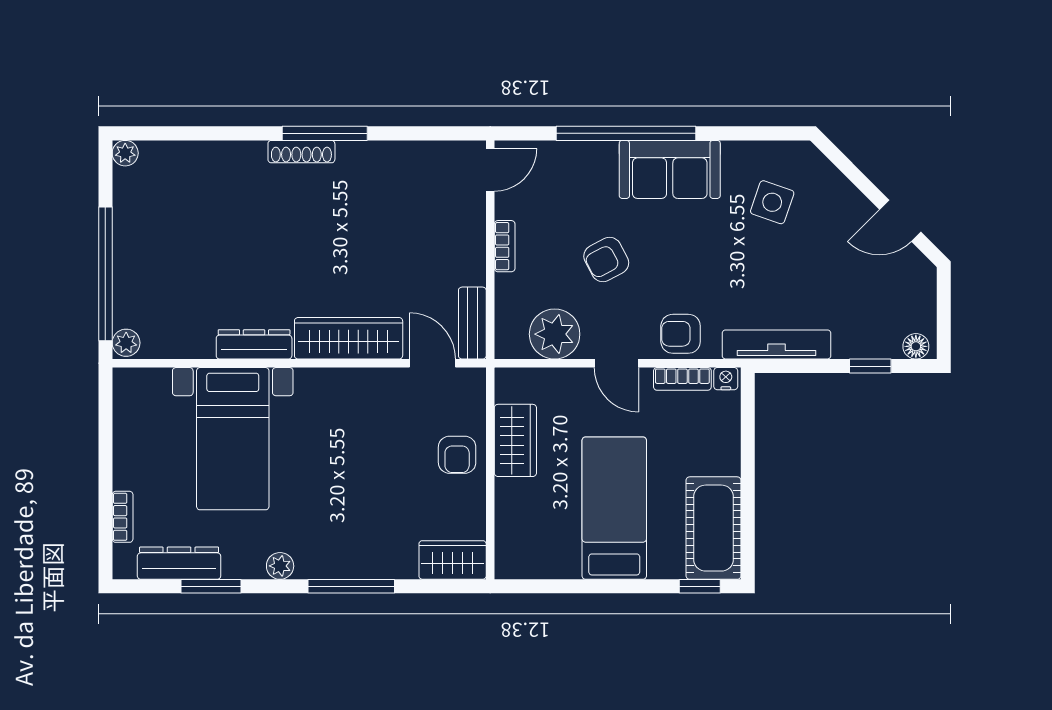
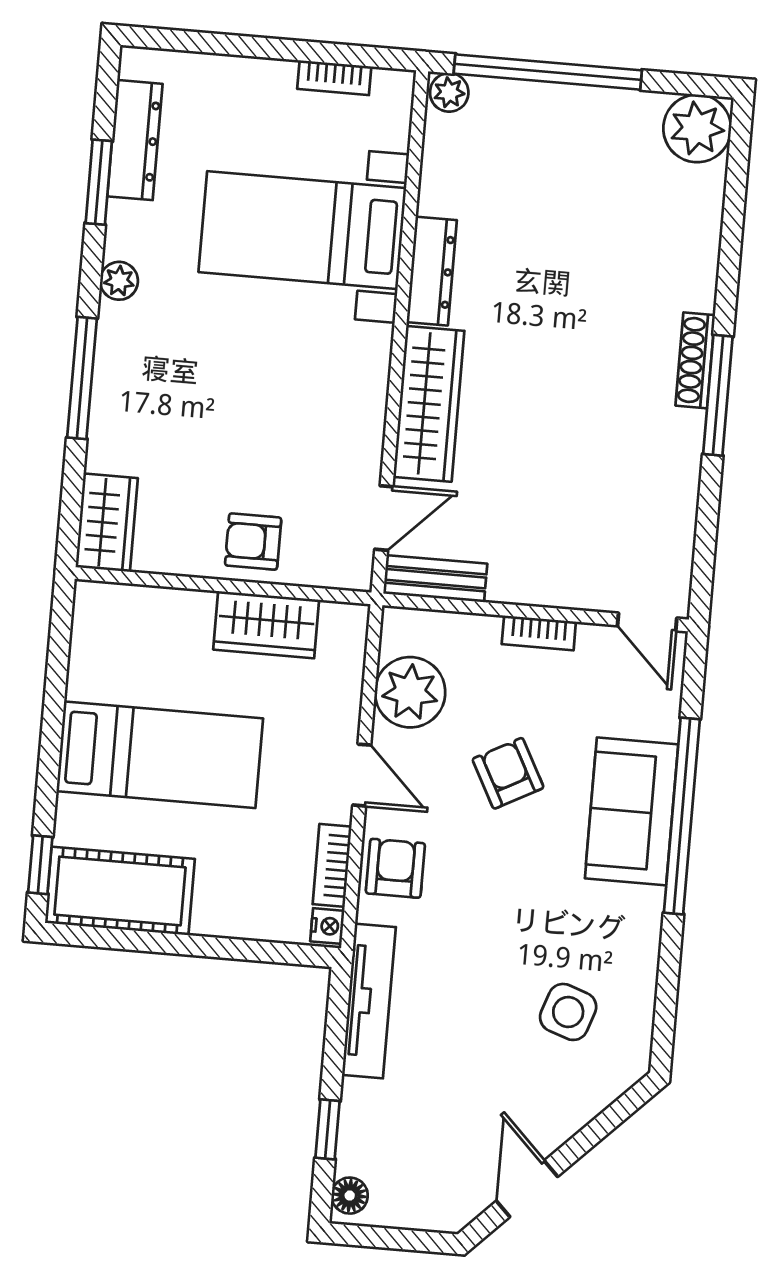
plant: (125, 153) -> (697, 128), width x1.88, depth x1.88
sofa: (670, 169) -> (632, 811), moved
door: (616, 363) -> (362, 775), swing flipped
bookcase: (123, 517) -> (334, 78), moved

